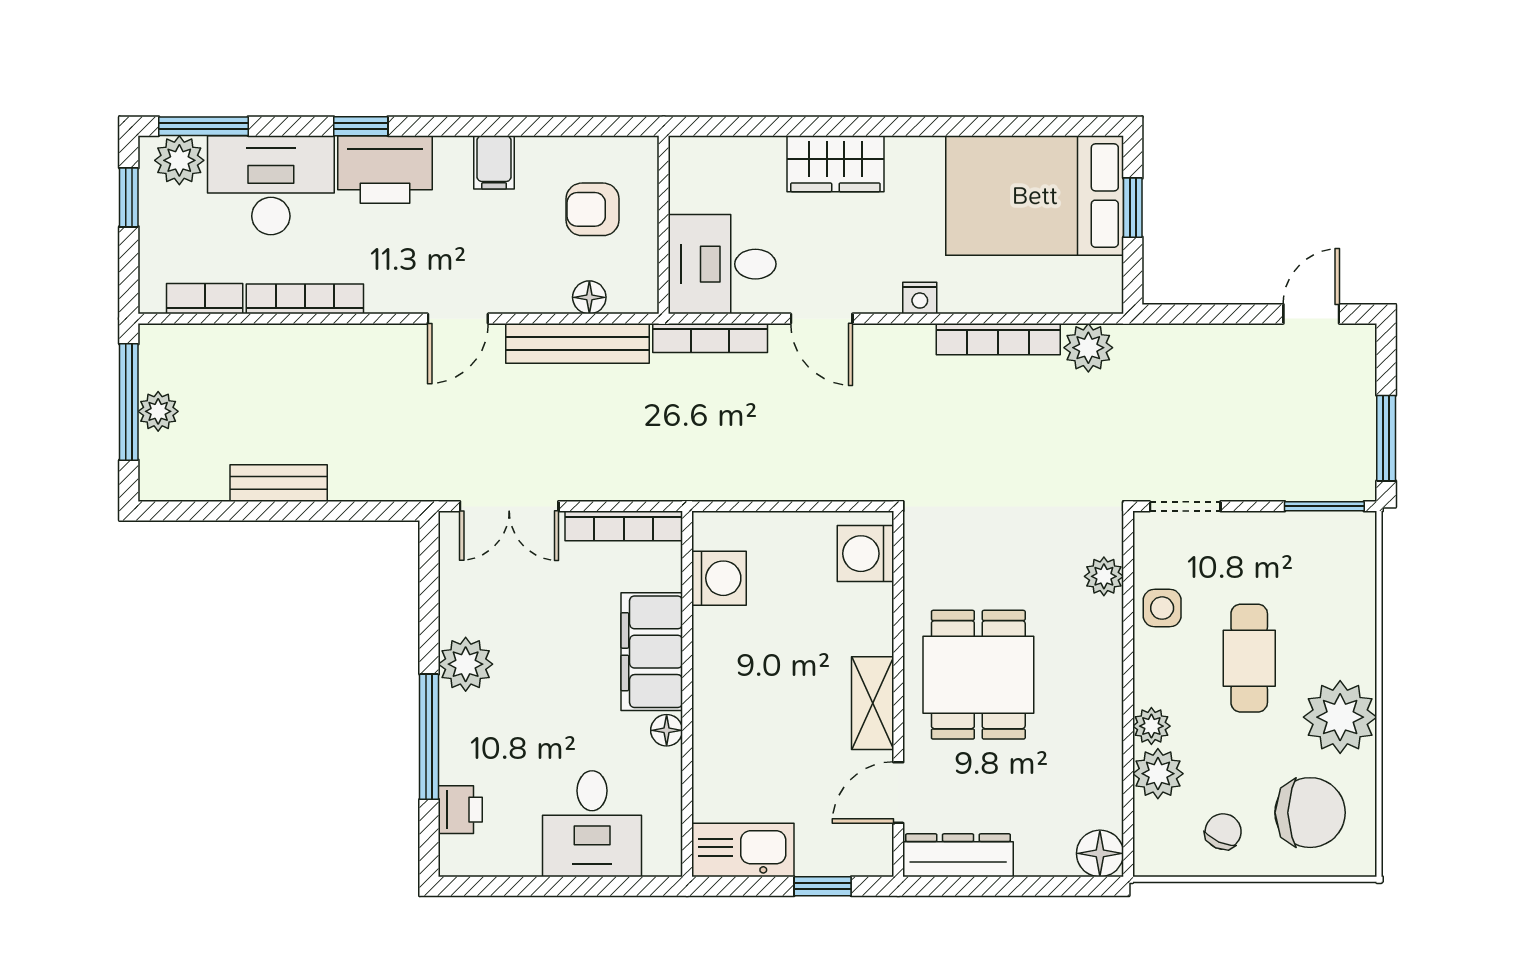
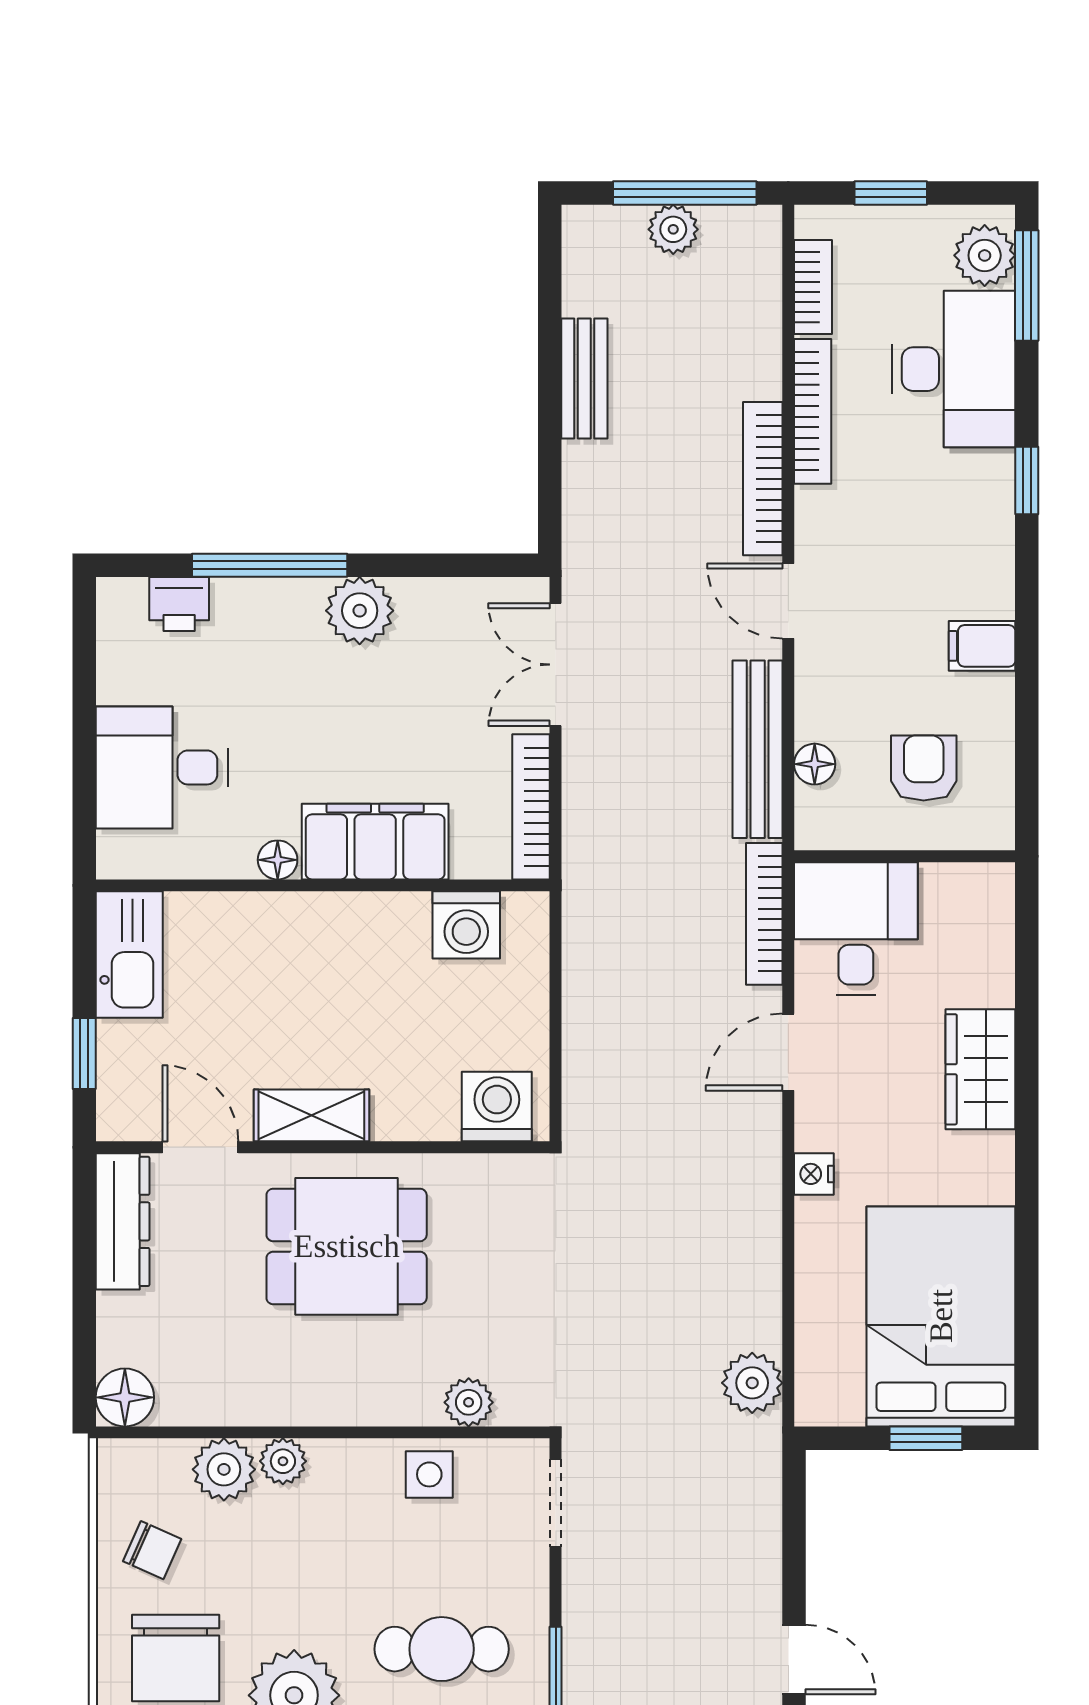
printer: (385, 170) -> (973, 511), removed
window: (129, 197) -> (891, 193), moved
bookcase: (998, 339) -> (763, 479), moved
cafe table: (1249, 658) -> (442, 1649), moved

